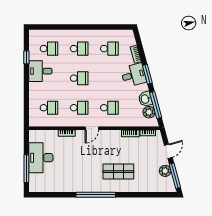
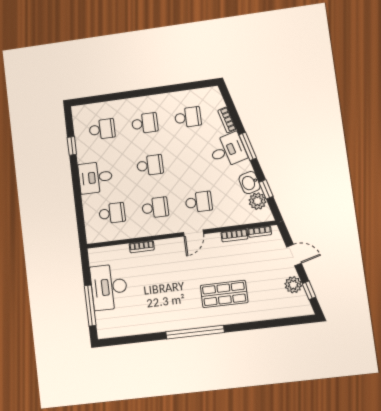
desk: (40, 71) -> (95, 177), moved
window: (156, 105) -> (266, 189), width x0.46
door: (92, 128) -> (193, 233), moved
door: (168, 151) -> (294, 255), hinge flipped
window: (175, 176) -> (309, 290), width x0.46

